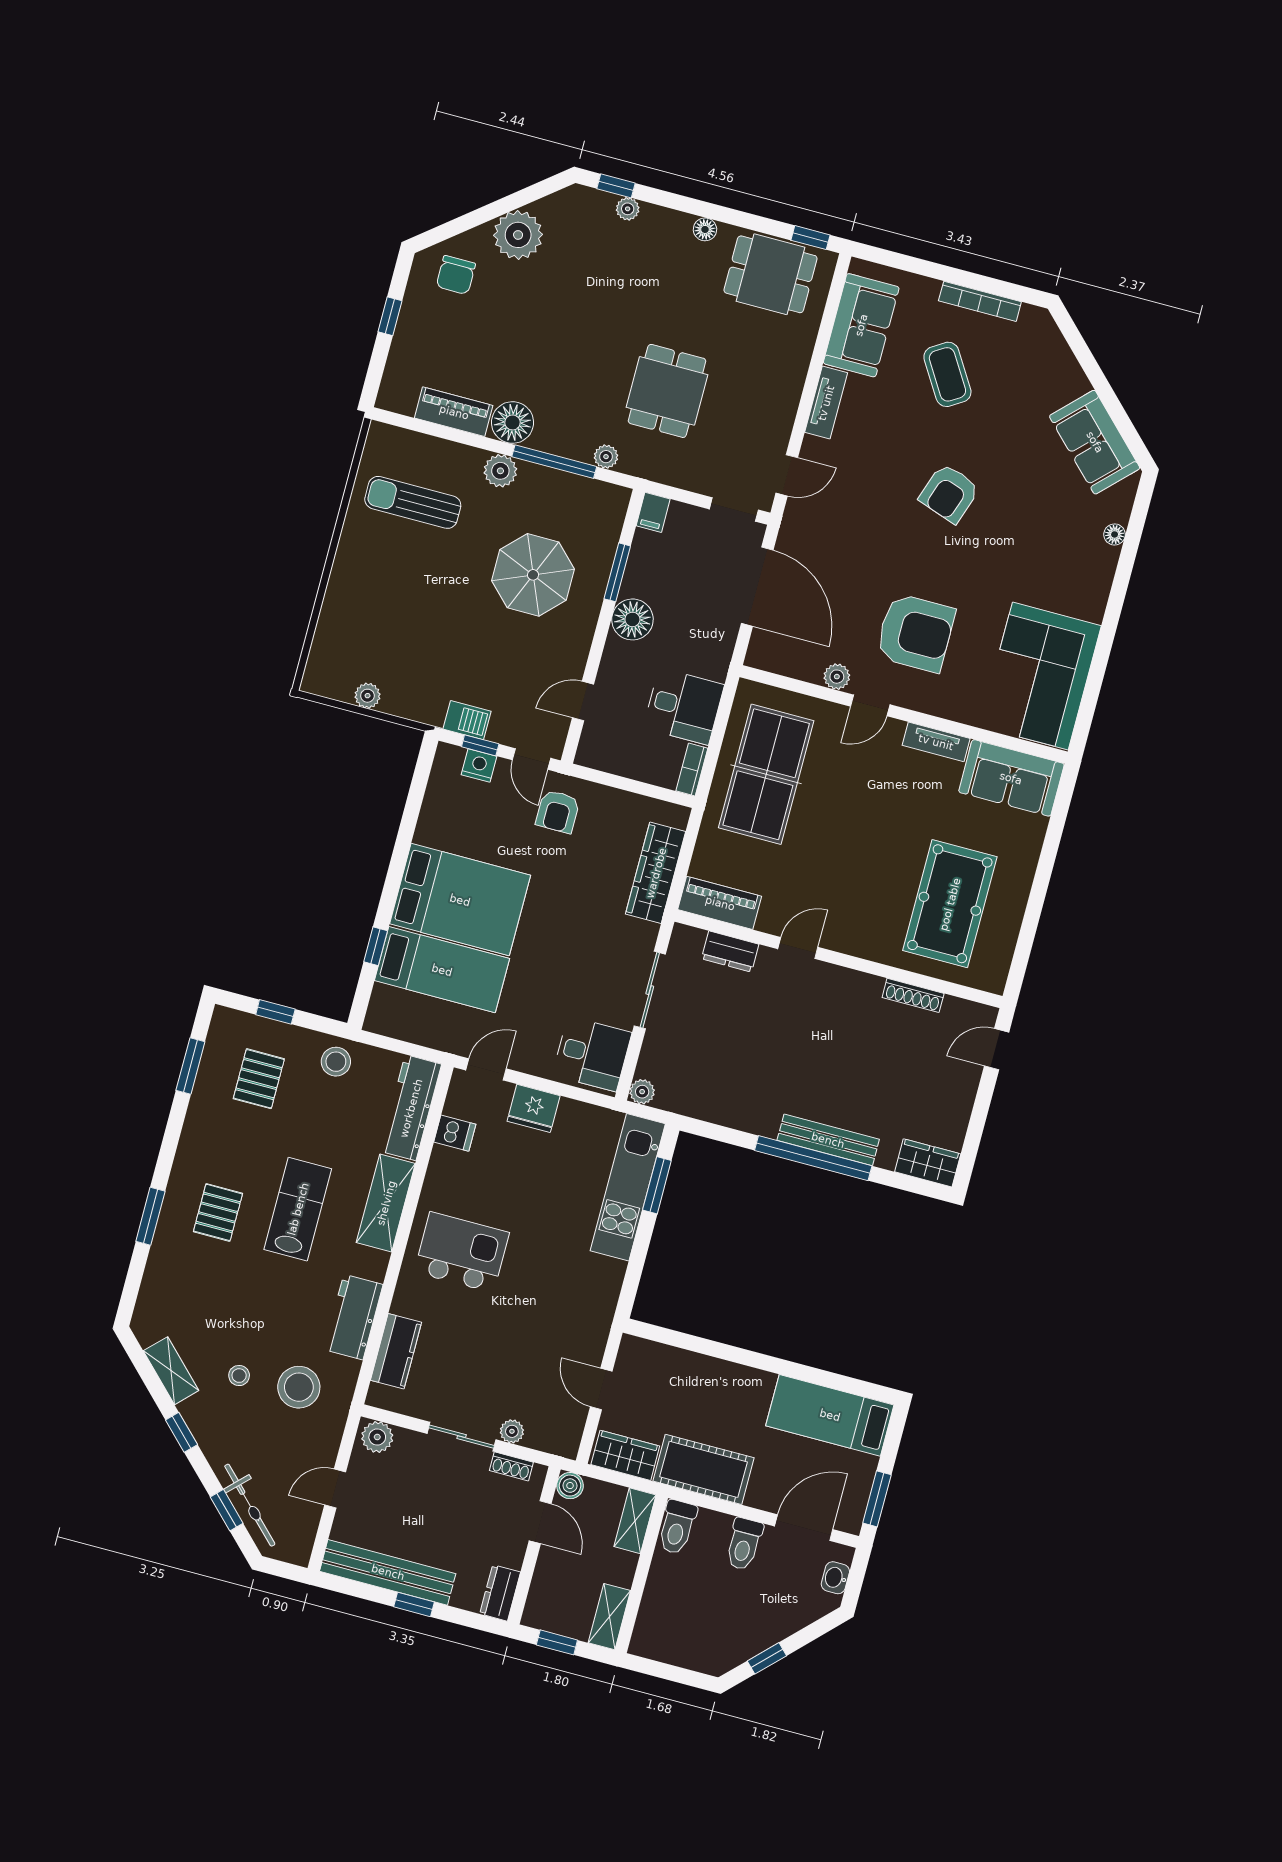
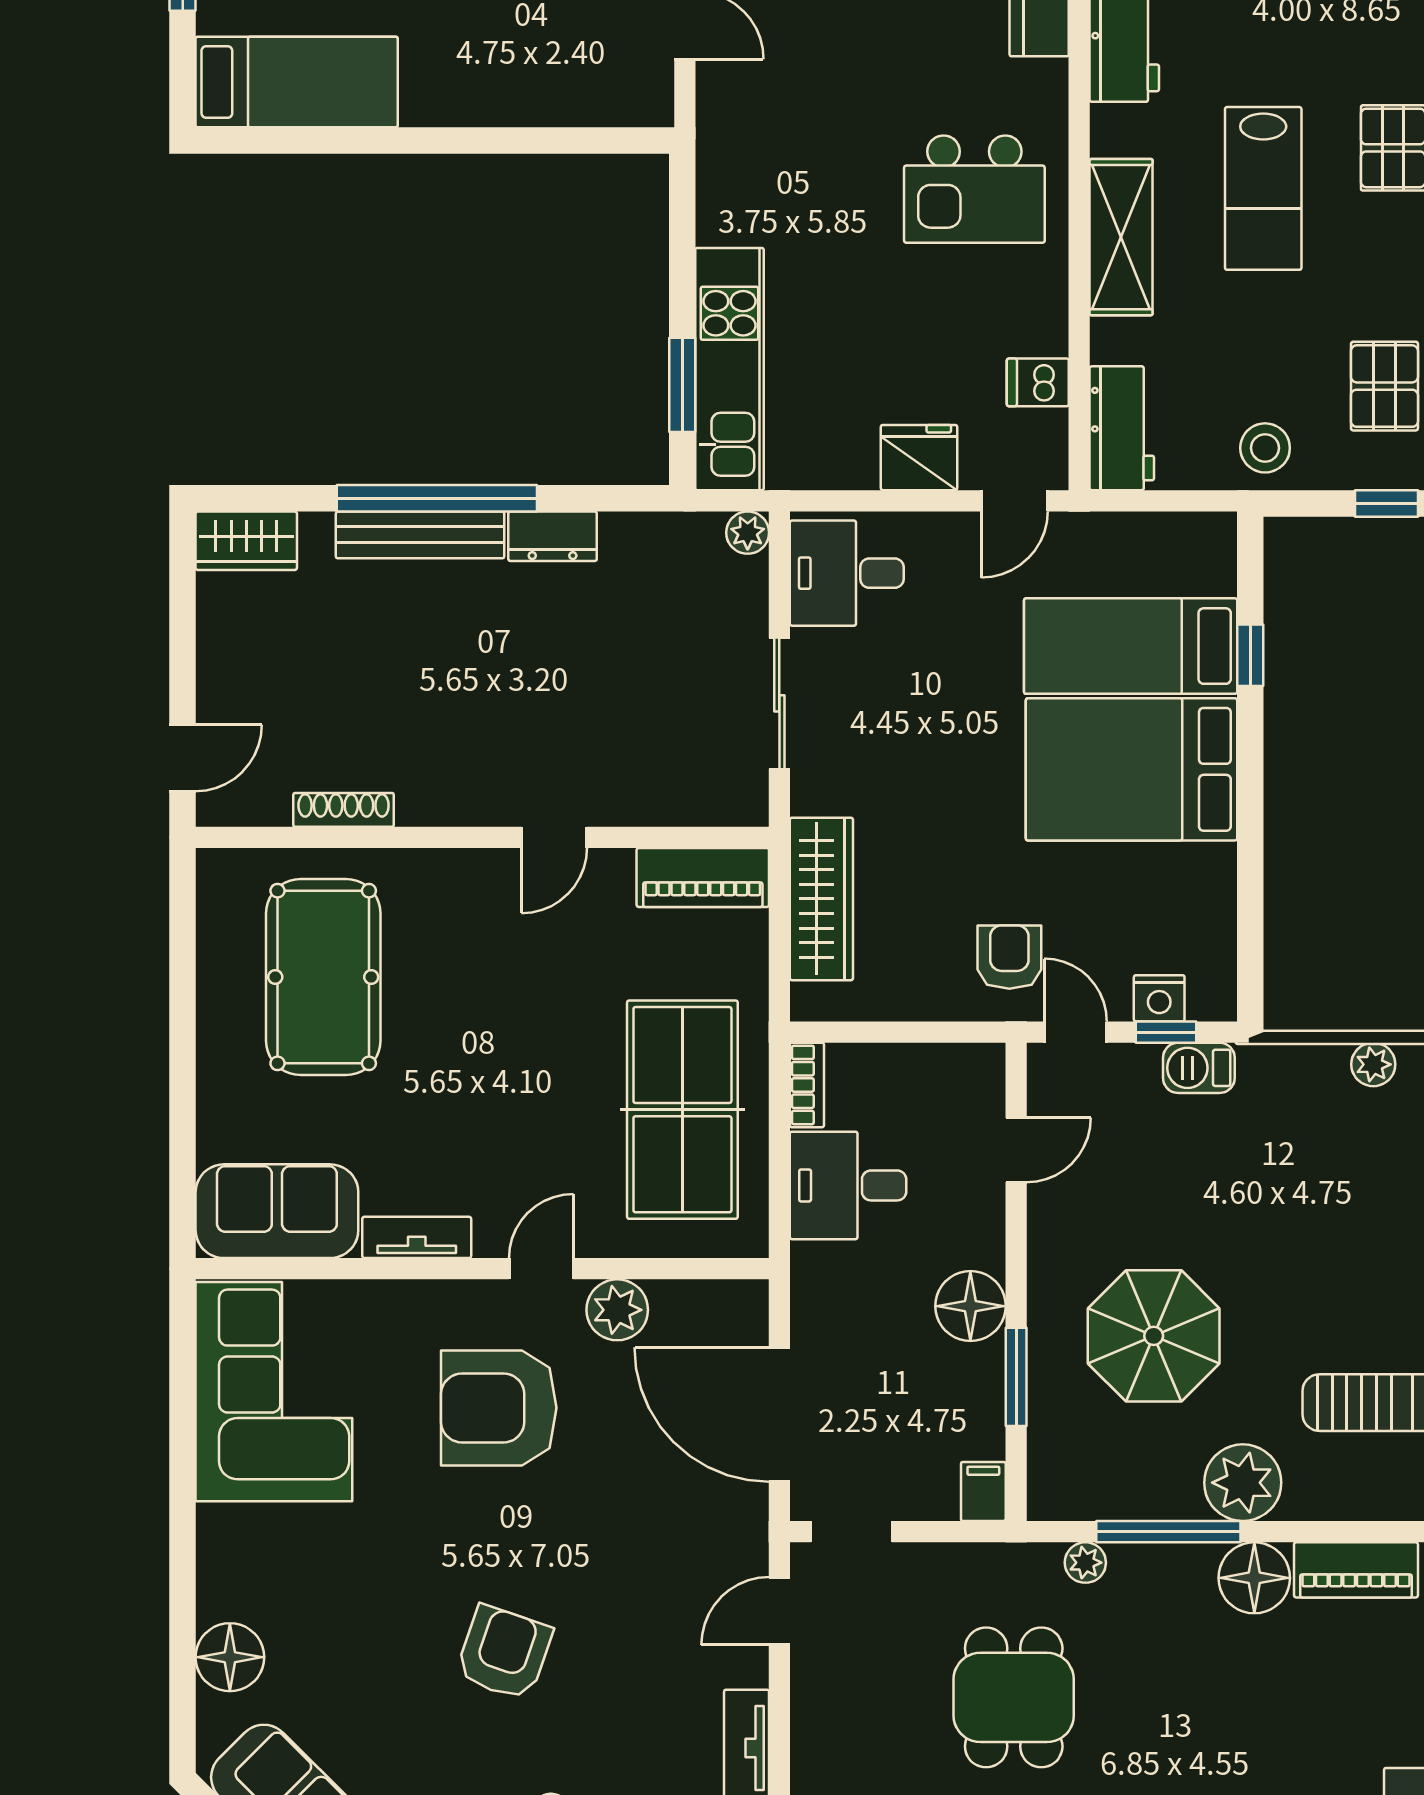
plant: (500, 471) -> (1243, 1483), width x1.36, depth x1.36
floor lamp: (1115, 534) -> (230, 1657), width x1.89, depth x1.89
plant: (837, 677) -> (617, 1310), width x1.38, depth x1.38
dresser: (730, 951) -> (553, 536), moved, turned 180
workbench: (411, 1108) -> (1122, 428), width x0.73

